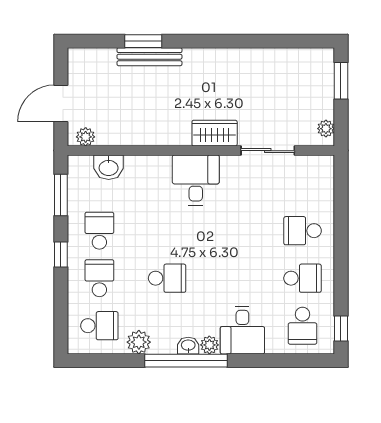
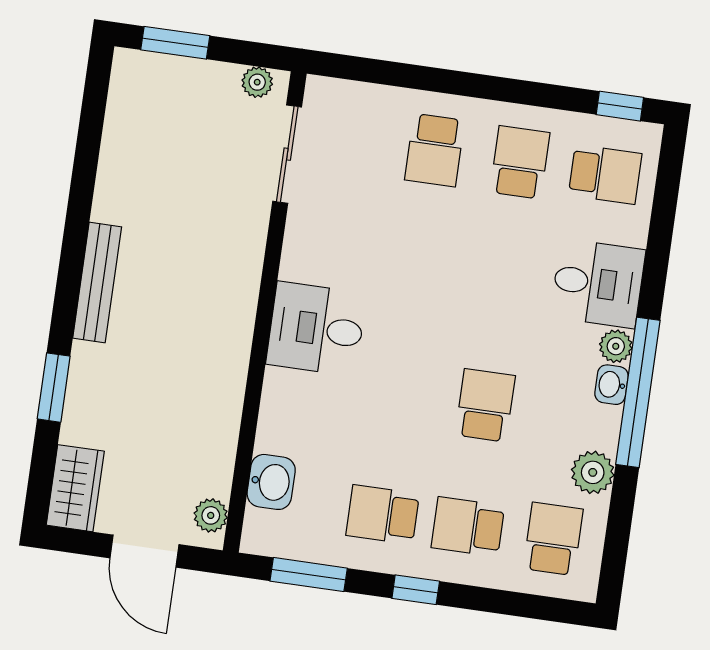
bench: (149, 57) -> (97, 283), moved
wardrobe: (215, 133) -> (75, 488), moved, turned 180
sliding door: (268, 151) -> (287, 154), moved

